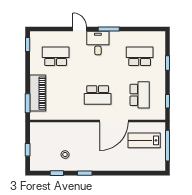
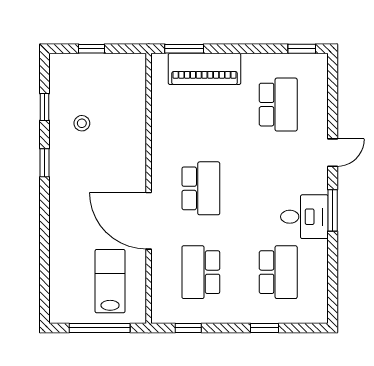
desk: (98, 43) -> (304, 217), moved
school desk: (98, 95) -> (201, 188), turned 180
school desk: (140, 95) -> (201, 272), turned 90

